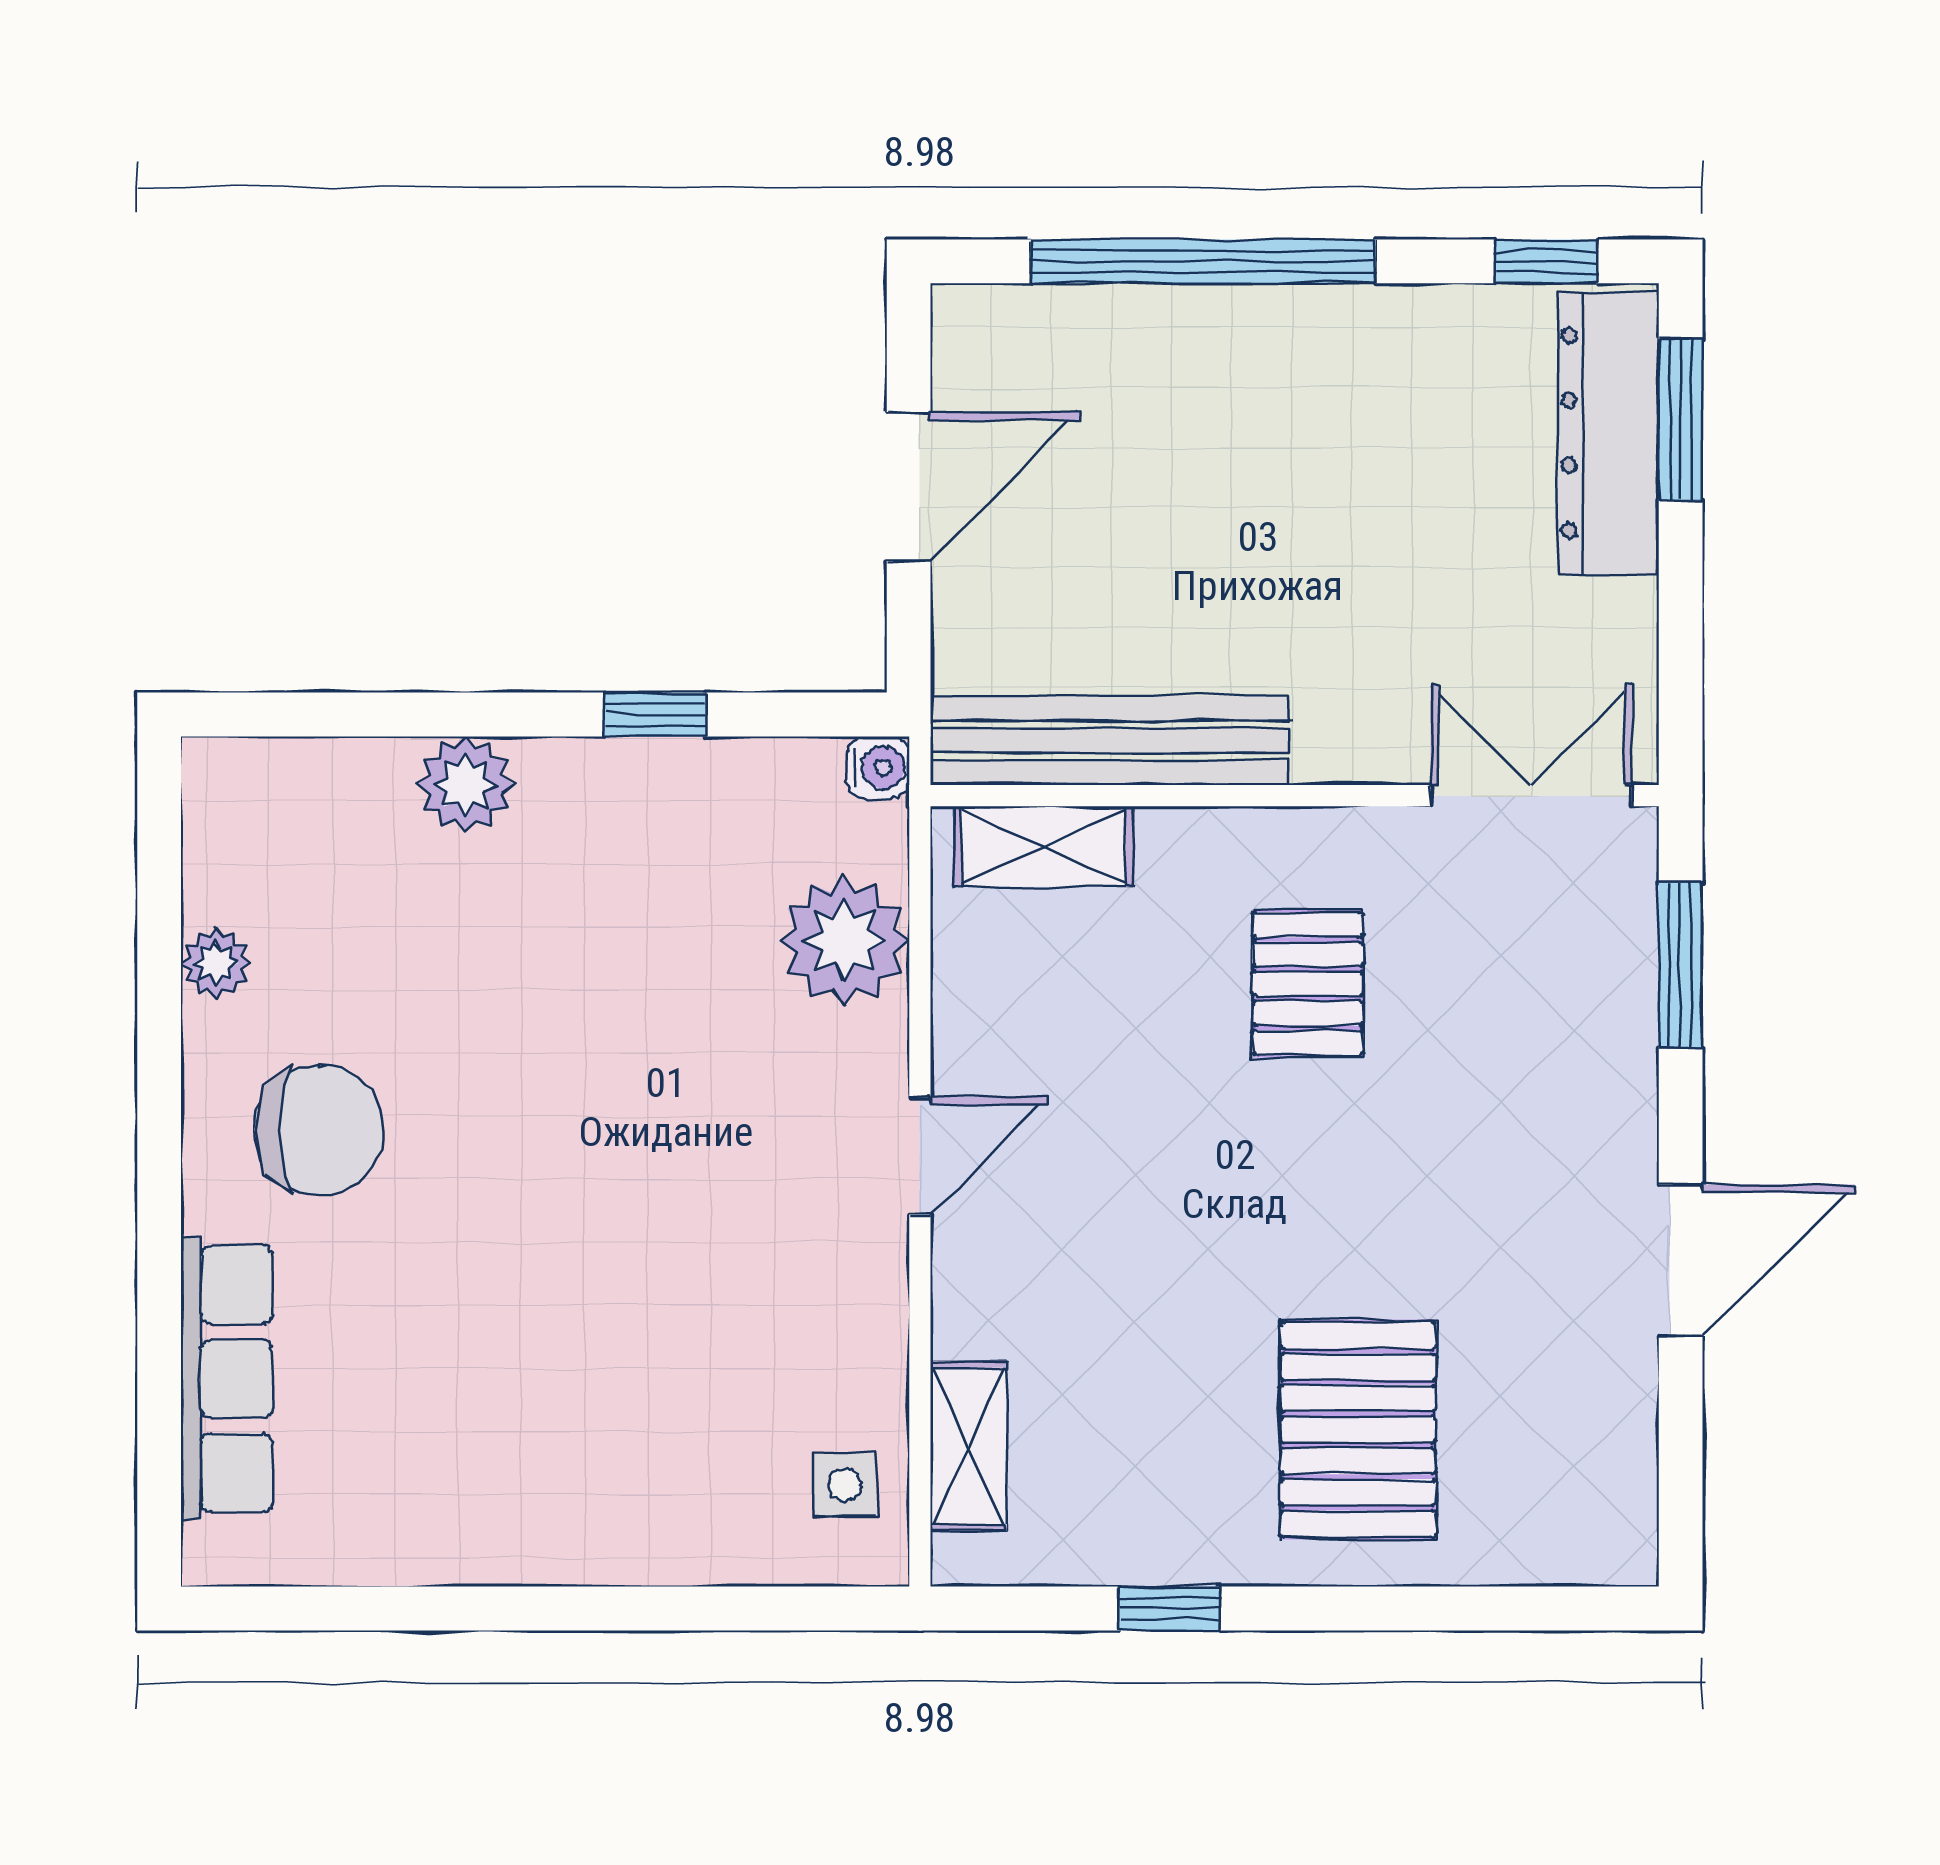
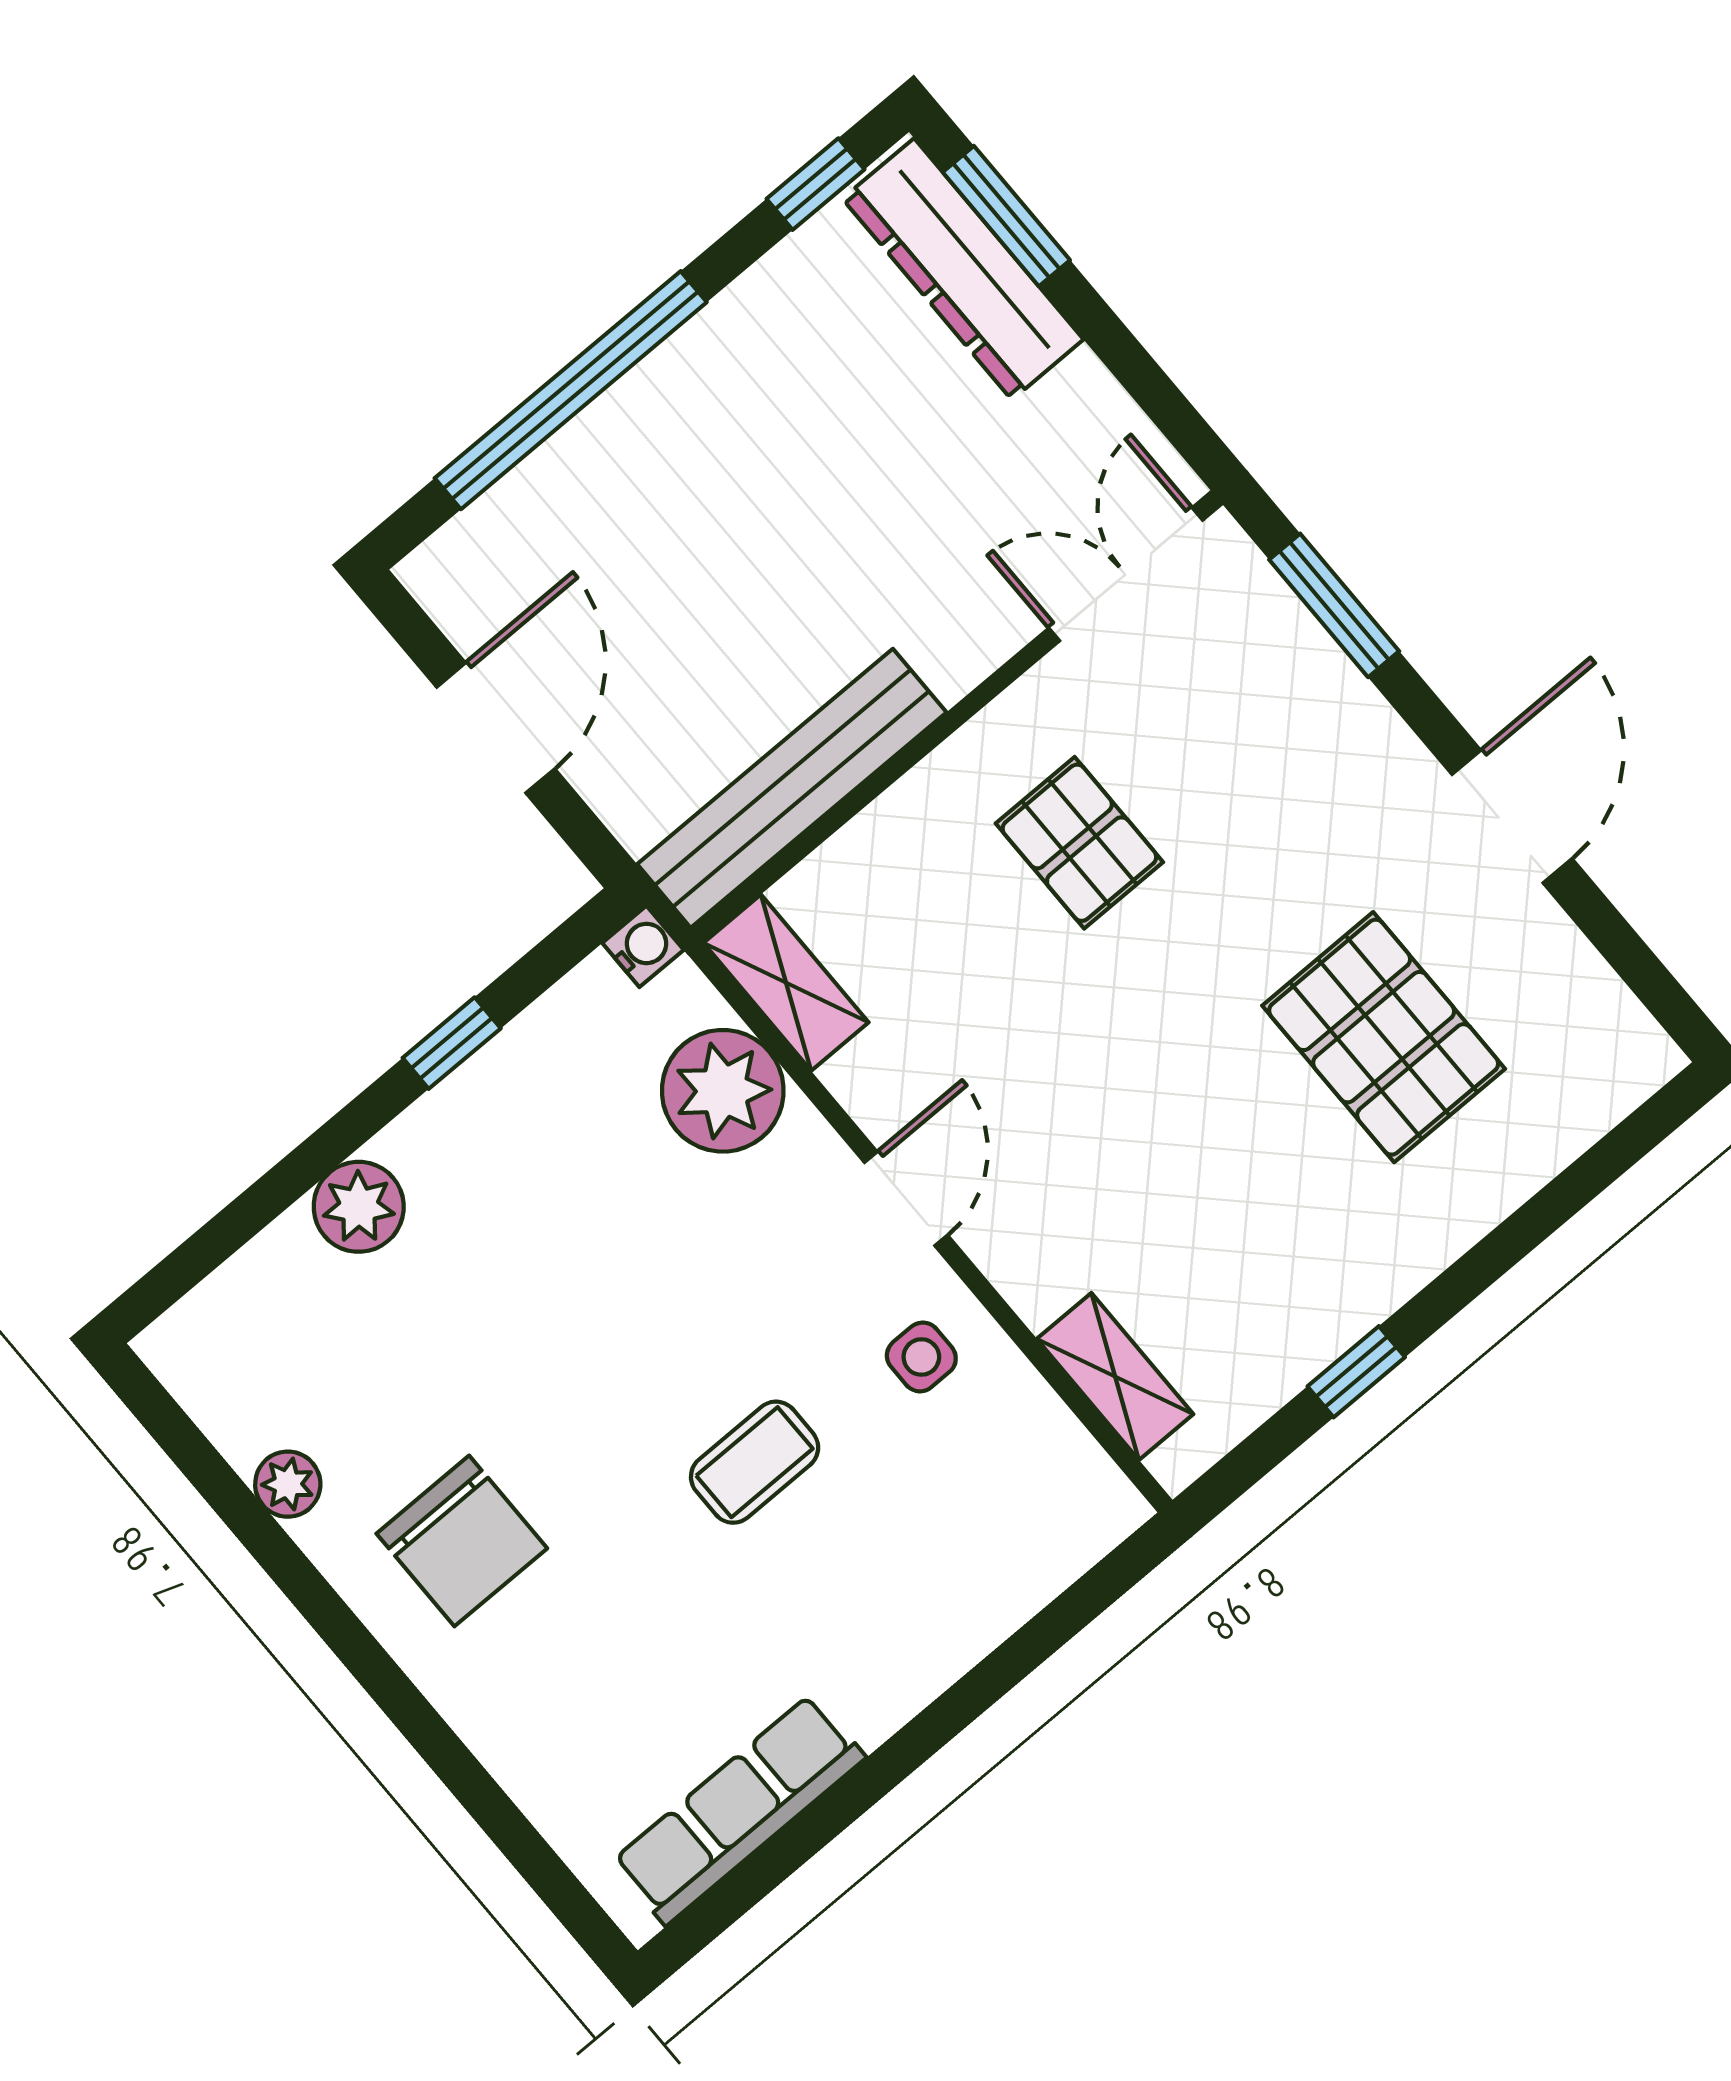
shelving: (1044, 846) -> (786, 983), moved, turned 90
chair: (319, 1130) -> (462, 1541), turned 90
coffee table: (614, 1267) -> (755, 1462), added
row of seats: (227, 1379) -> (739, 1809), moved, turned -90
pallet: (1358, 1430) -> (1384, 1037), moved
side table: (845, 1485) -> (921, 1357), moved

